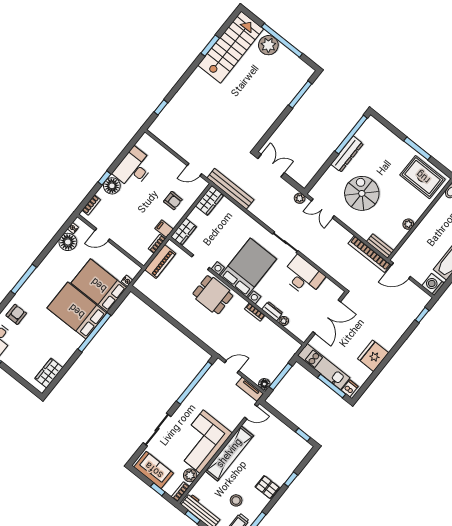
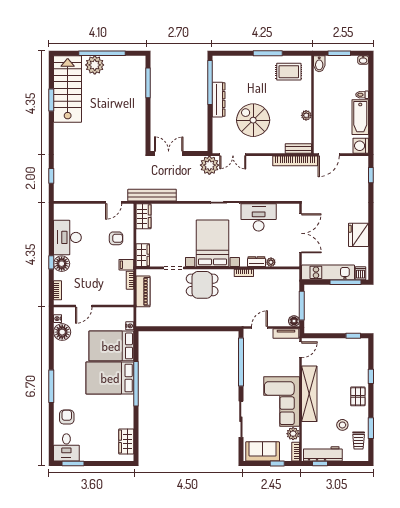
rug: (423, 177) -> (289, 72), width x0.73, depth x0.70
plant: (300, 198) -> (209, 165), width x1.88, depth x1.88
pallet: (267, 487) -> (358, 396), turned 90

